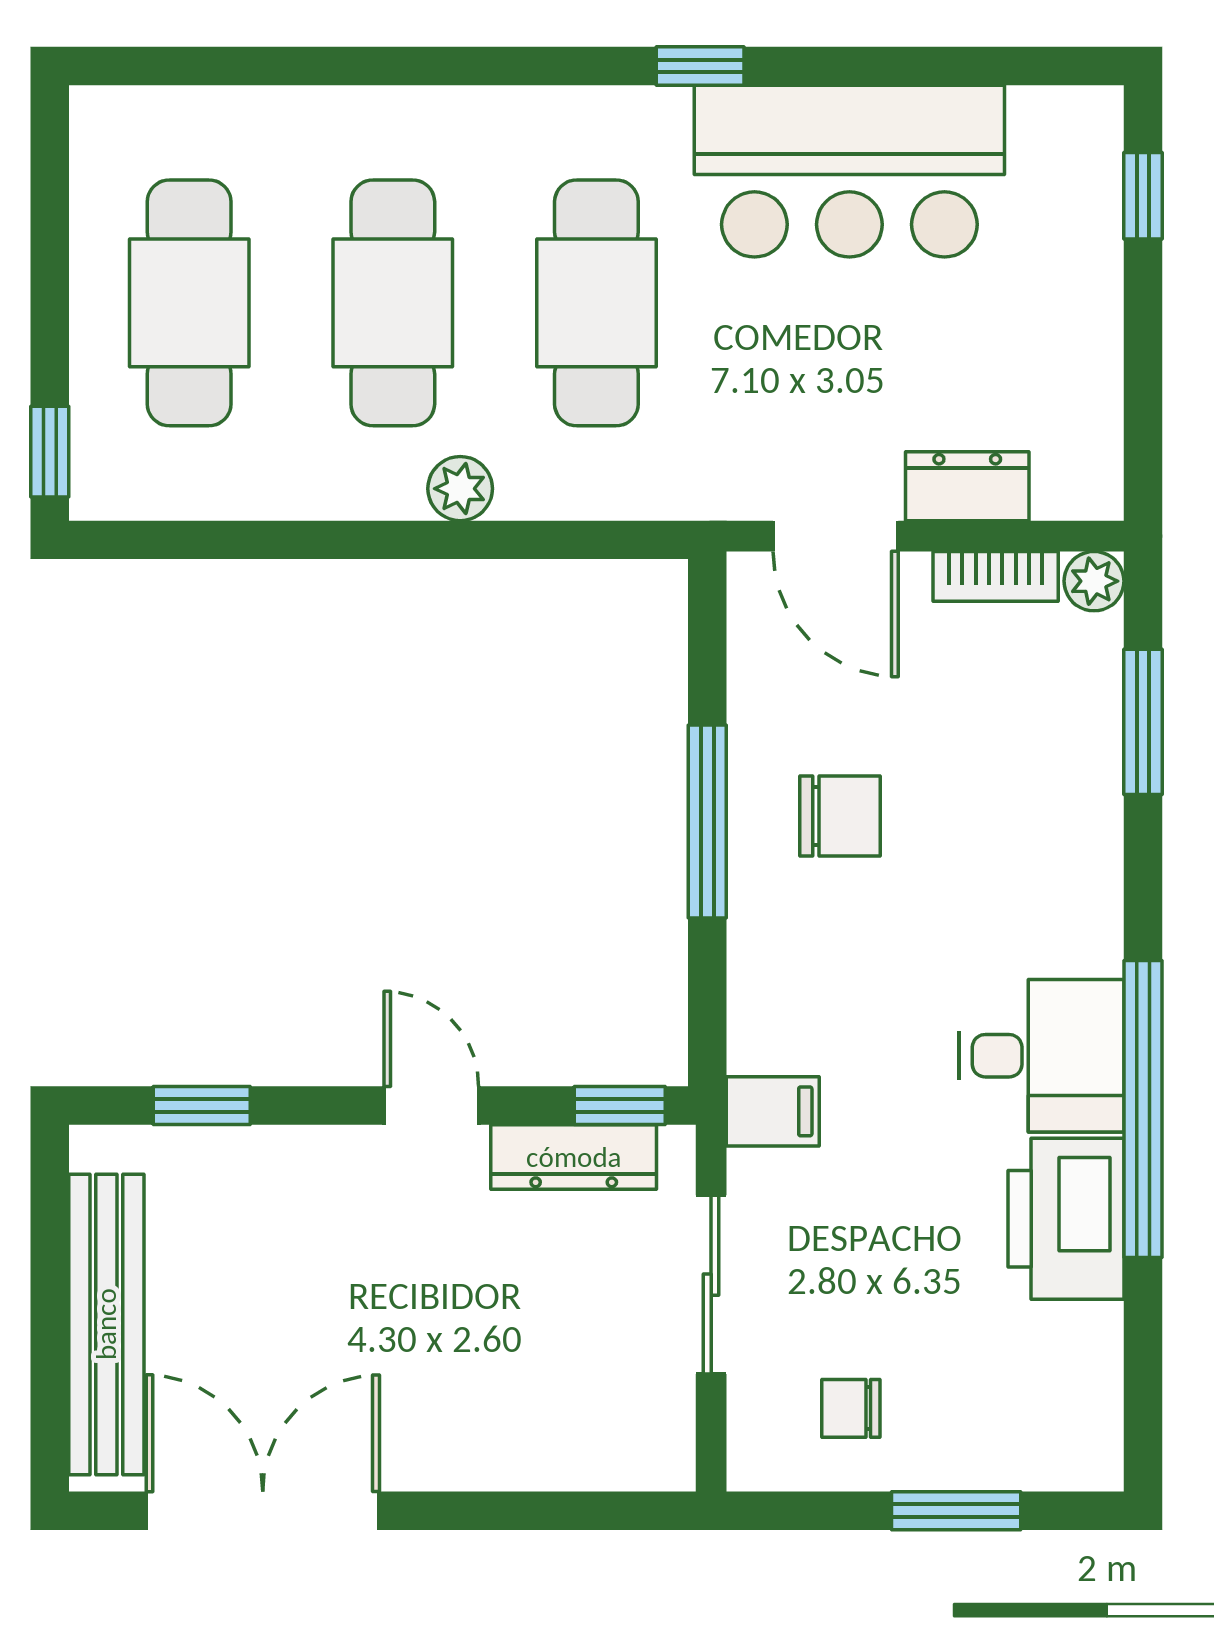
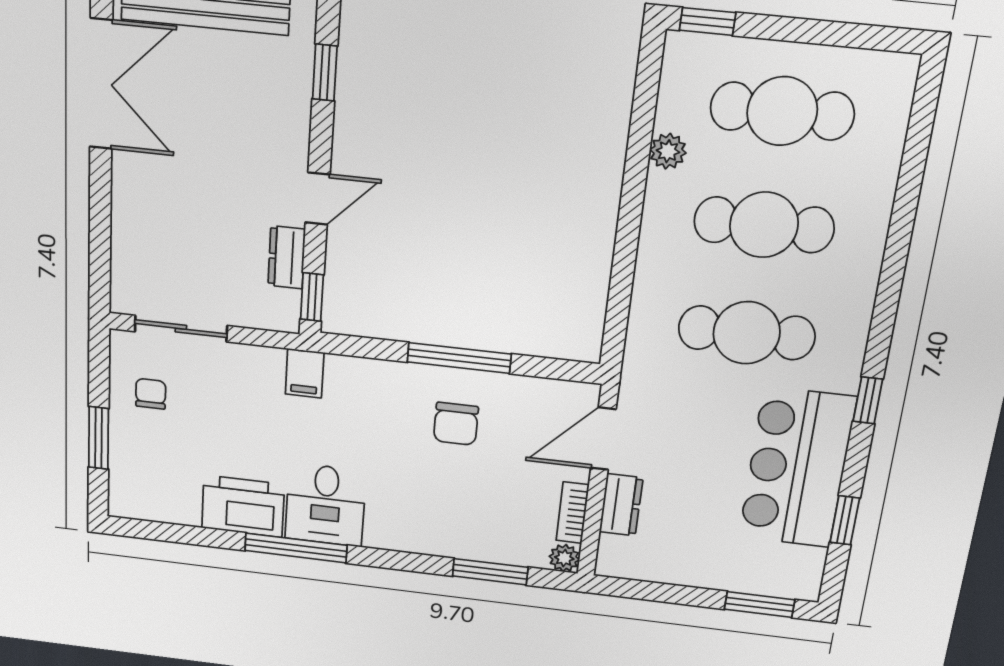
window: (944, 66) -> (845, 520), added
window: (1143, 196) -> (760, 604), width x1.50
plant: (460, 489) -> (668, 151), moved
window: (1143, 1109) -> (296, 548), width x0.68
dresser: (574, 1157) -> (287, 257), width x0.70
sliding door: (711, 1285) -> (181, 329), moved

